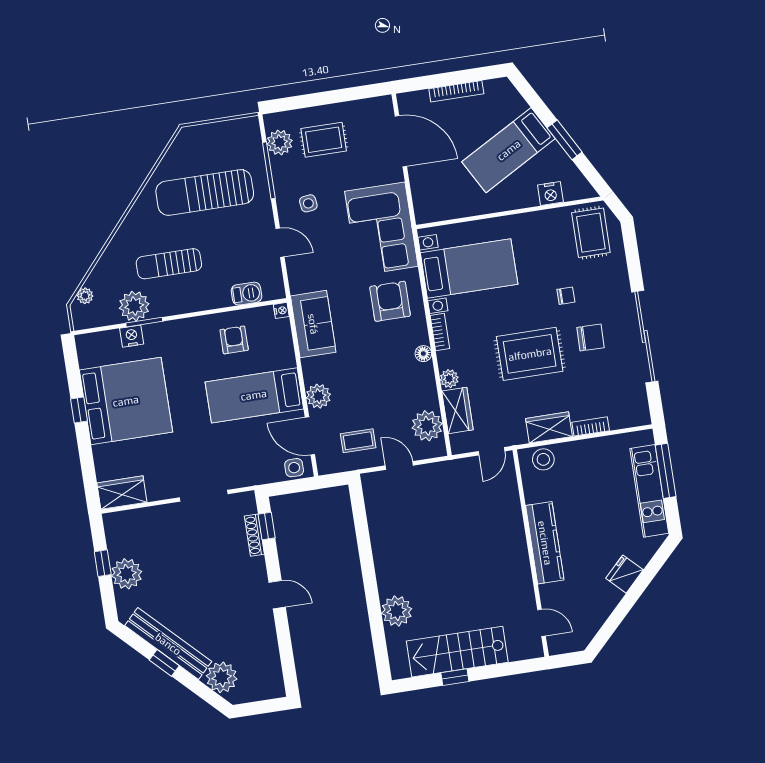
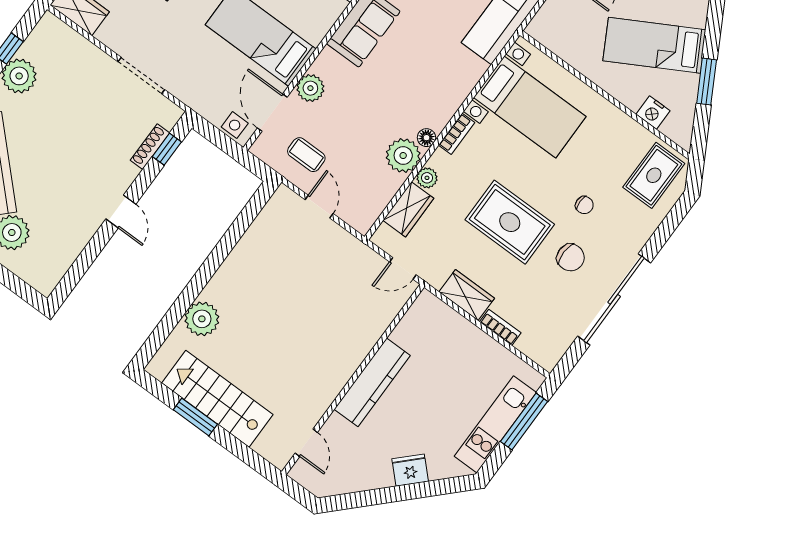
armchair: (390, 301) -> (442, 70), removed
plant: (427, 426) -> (403, 156), moved
stool: (543, 459) -> (437, 316), removed
window: (455, 677) -> (195, 417), width x1.50

